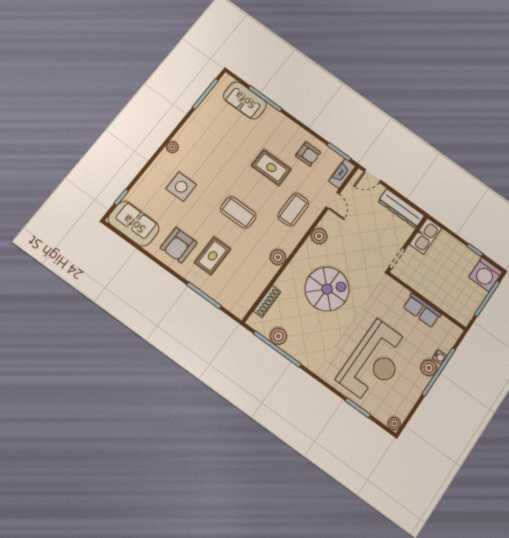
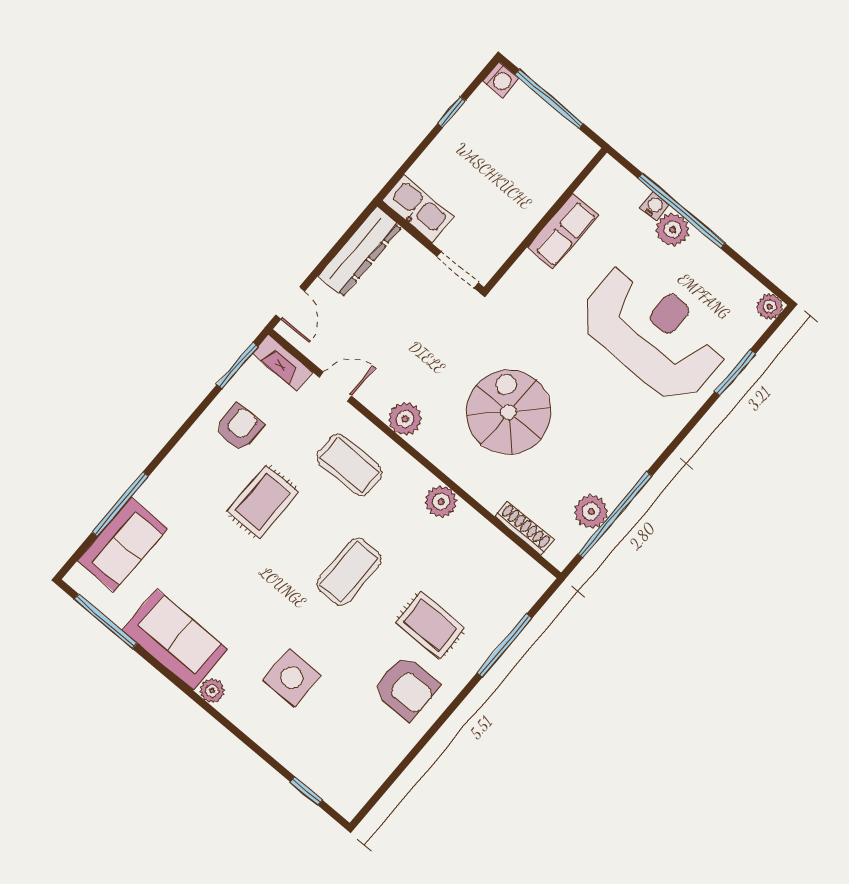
sofa: (134, 224) -> (175, 640), moved, turned 90
washing machine: (486, 275) -> (501, 80), width x0.53, depth x0.53

